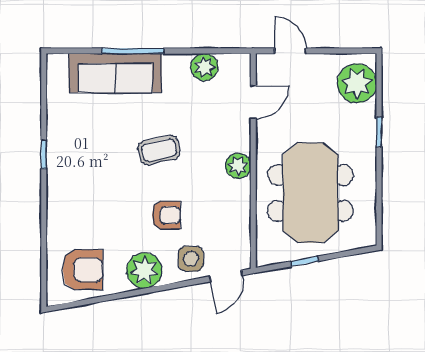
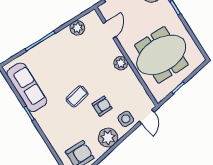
sofa: (115, 73) -> (27, 87), moved, turned -90
coffee table: (159, 150) -> (77, 96), moved
meeting table: (310, 193) -> (161, 55), turned 90

